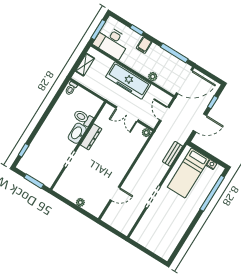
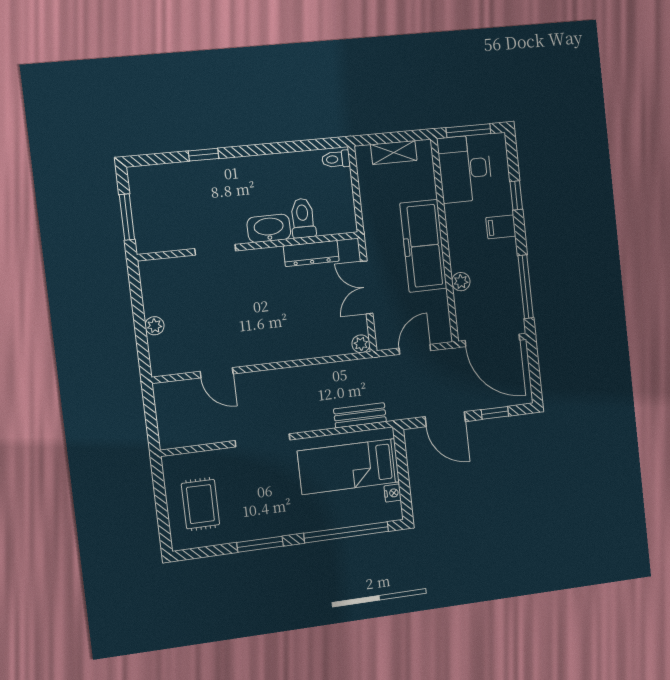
dresser: (91, 137) -> (311, 253), moved
window: (24, 150) -> (204, 155), moved
window: (191, 228) -> (260, 544), added
rug: (158, 237) -> (200, 504), added

